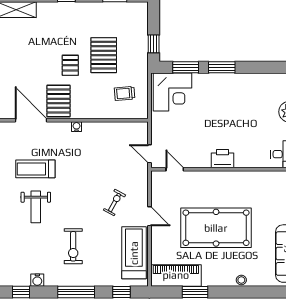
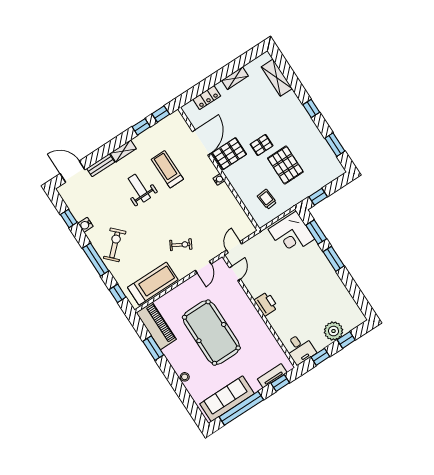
pallet: (104, 55) -> (285, 165), turned 90
weight bench: (36, 207) -> (139, 188), turned 90
door: (149, 216) -> (203, 267), moved
exercise bike: (73, 246) -> (115, 245), moved, turned 136

